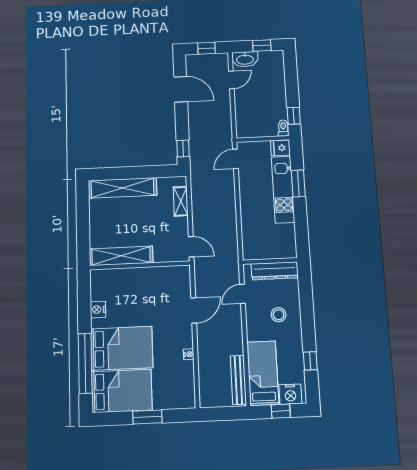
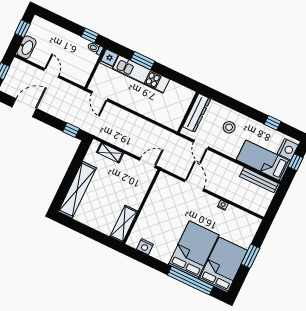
door: (231, 80) -> (51, 73), moved
shelving: (121, 256) -> (124, 224), width x0.68
nightstand: (98, 310) -> (145, 247), moved

